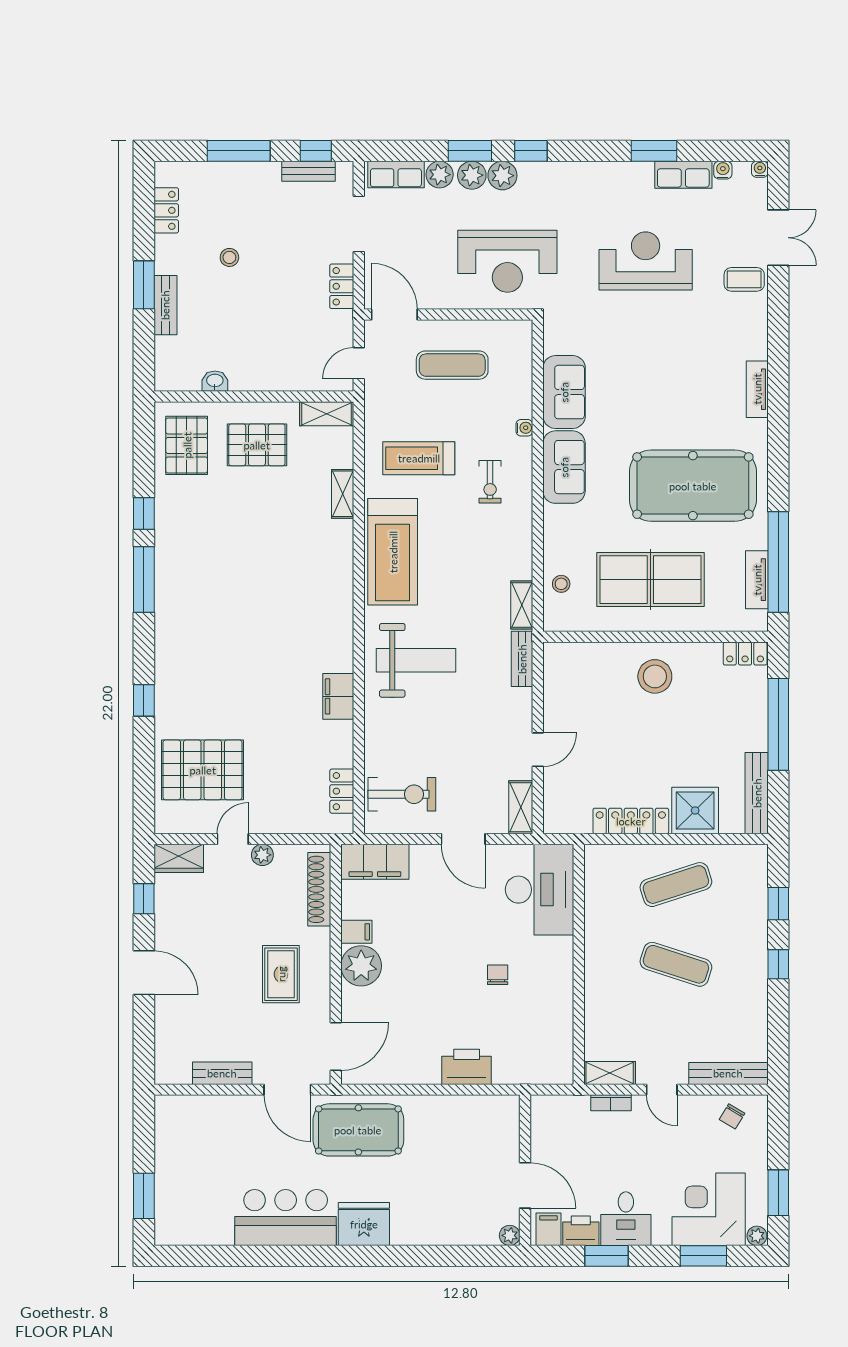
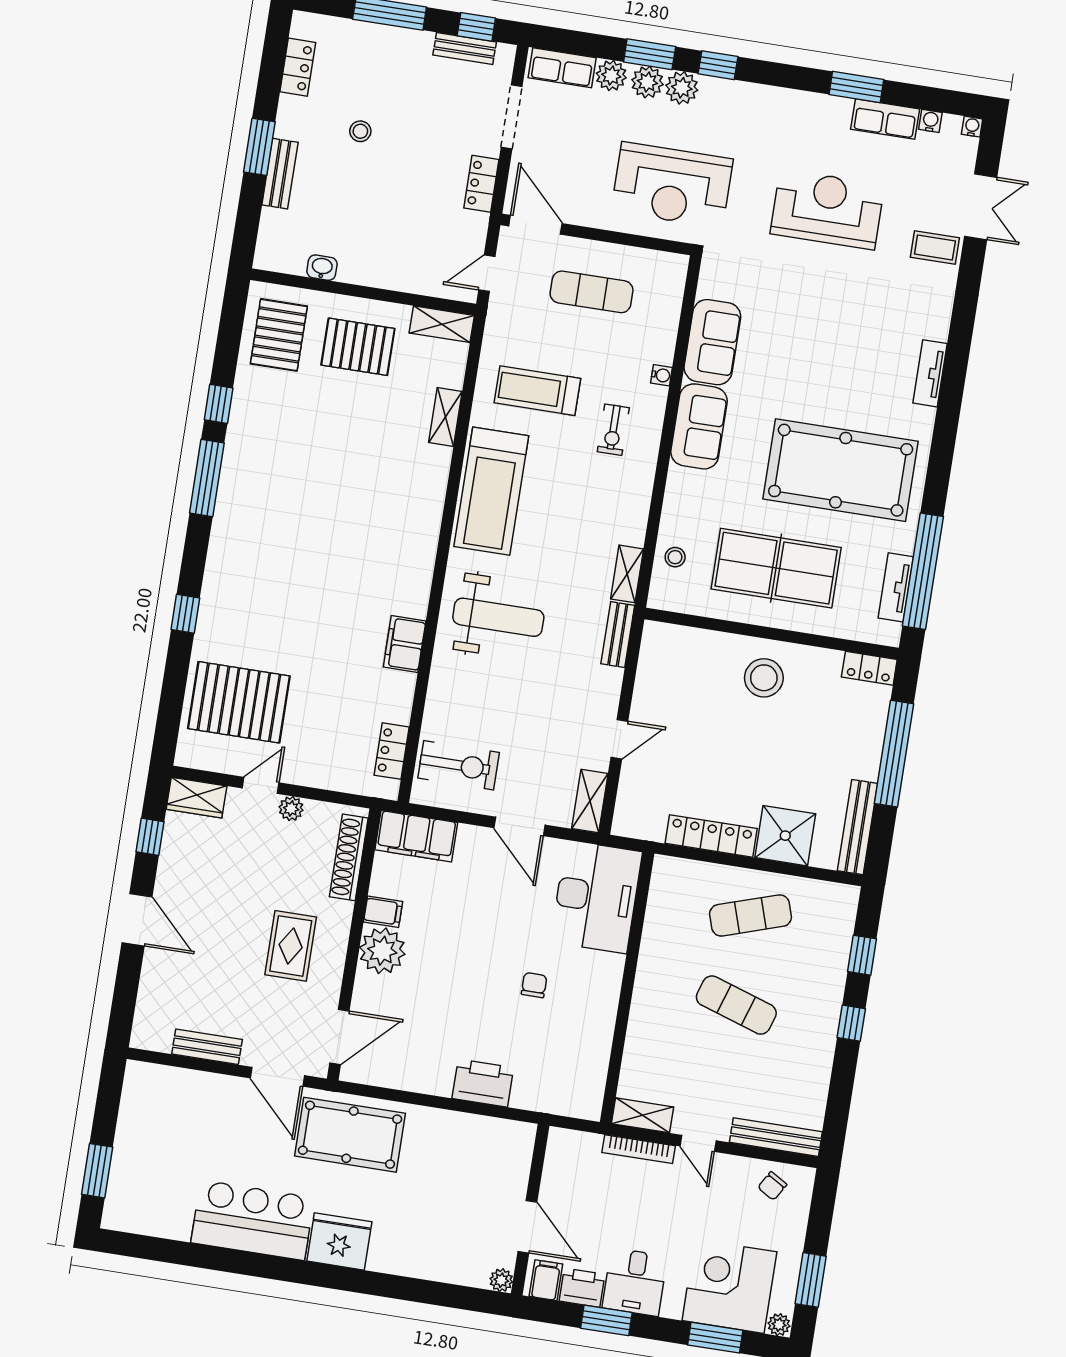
bookcase: (611, 1103) -> (639, 1149), width x1.56

